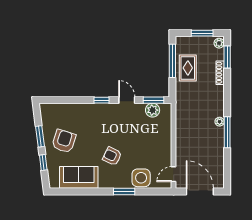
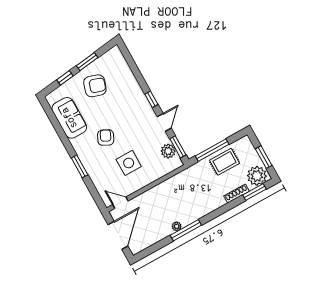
plant: (219, 43) -> (257, 176), width x1.88, depth x1.88
window: (172, 61) -> (212, 150), moved
plant: (220, 122) -> (177, 226), moved
side table: (141, 178) -> (129, 163), moved

